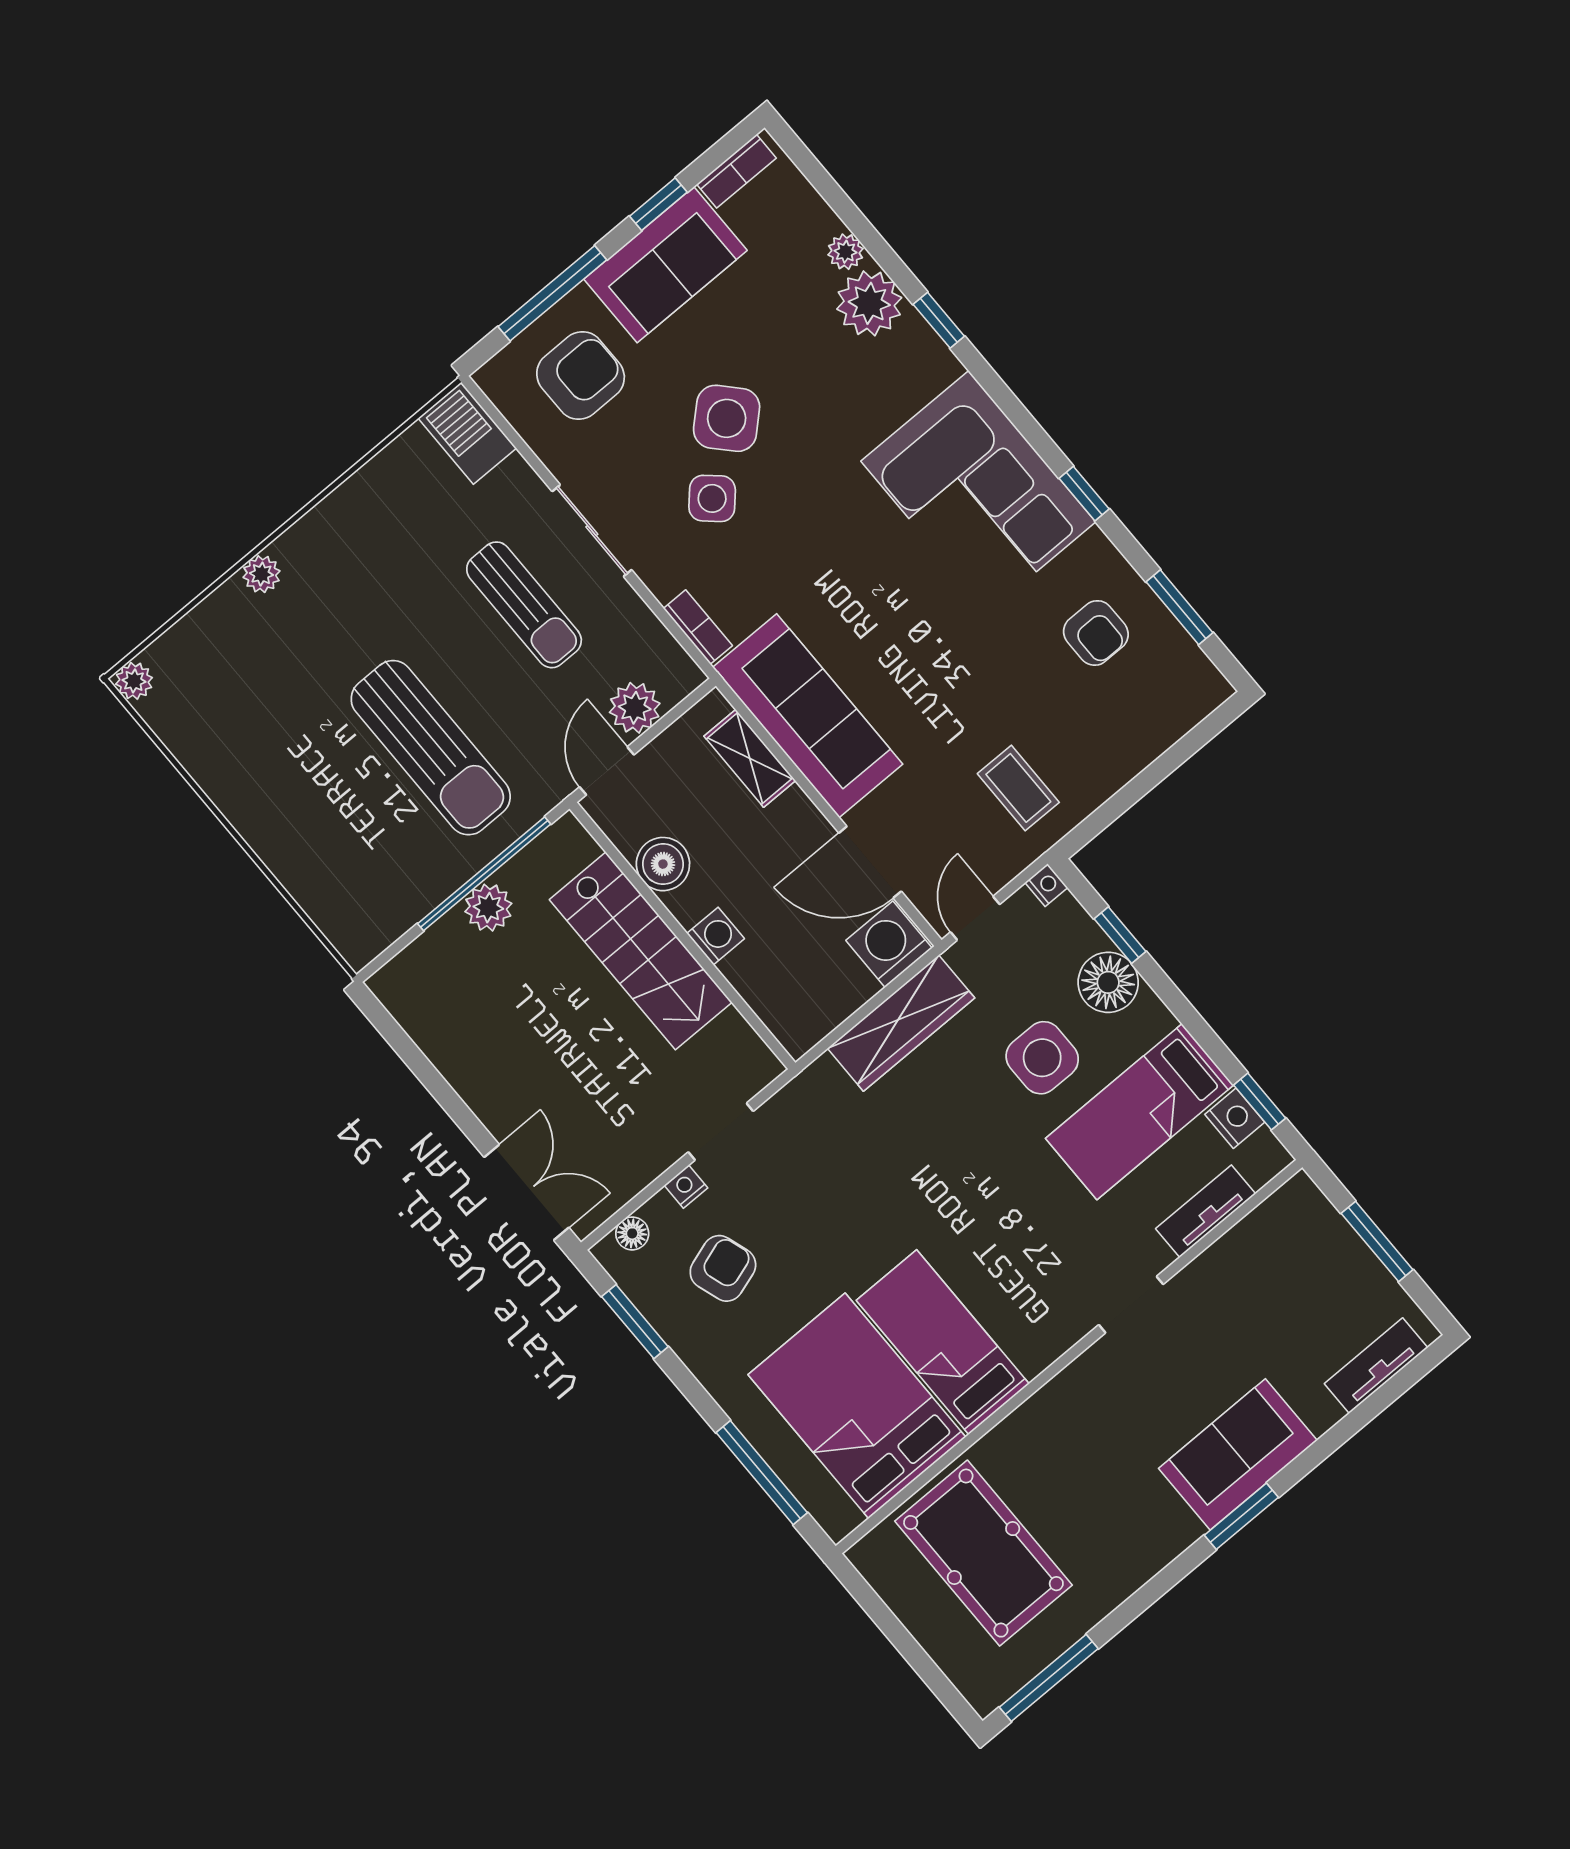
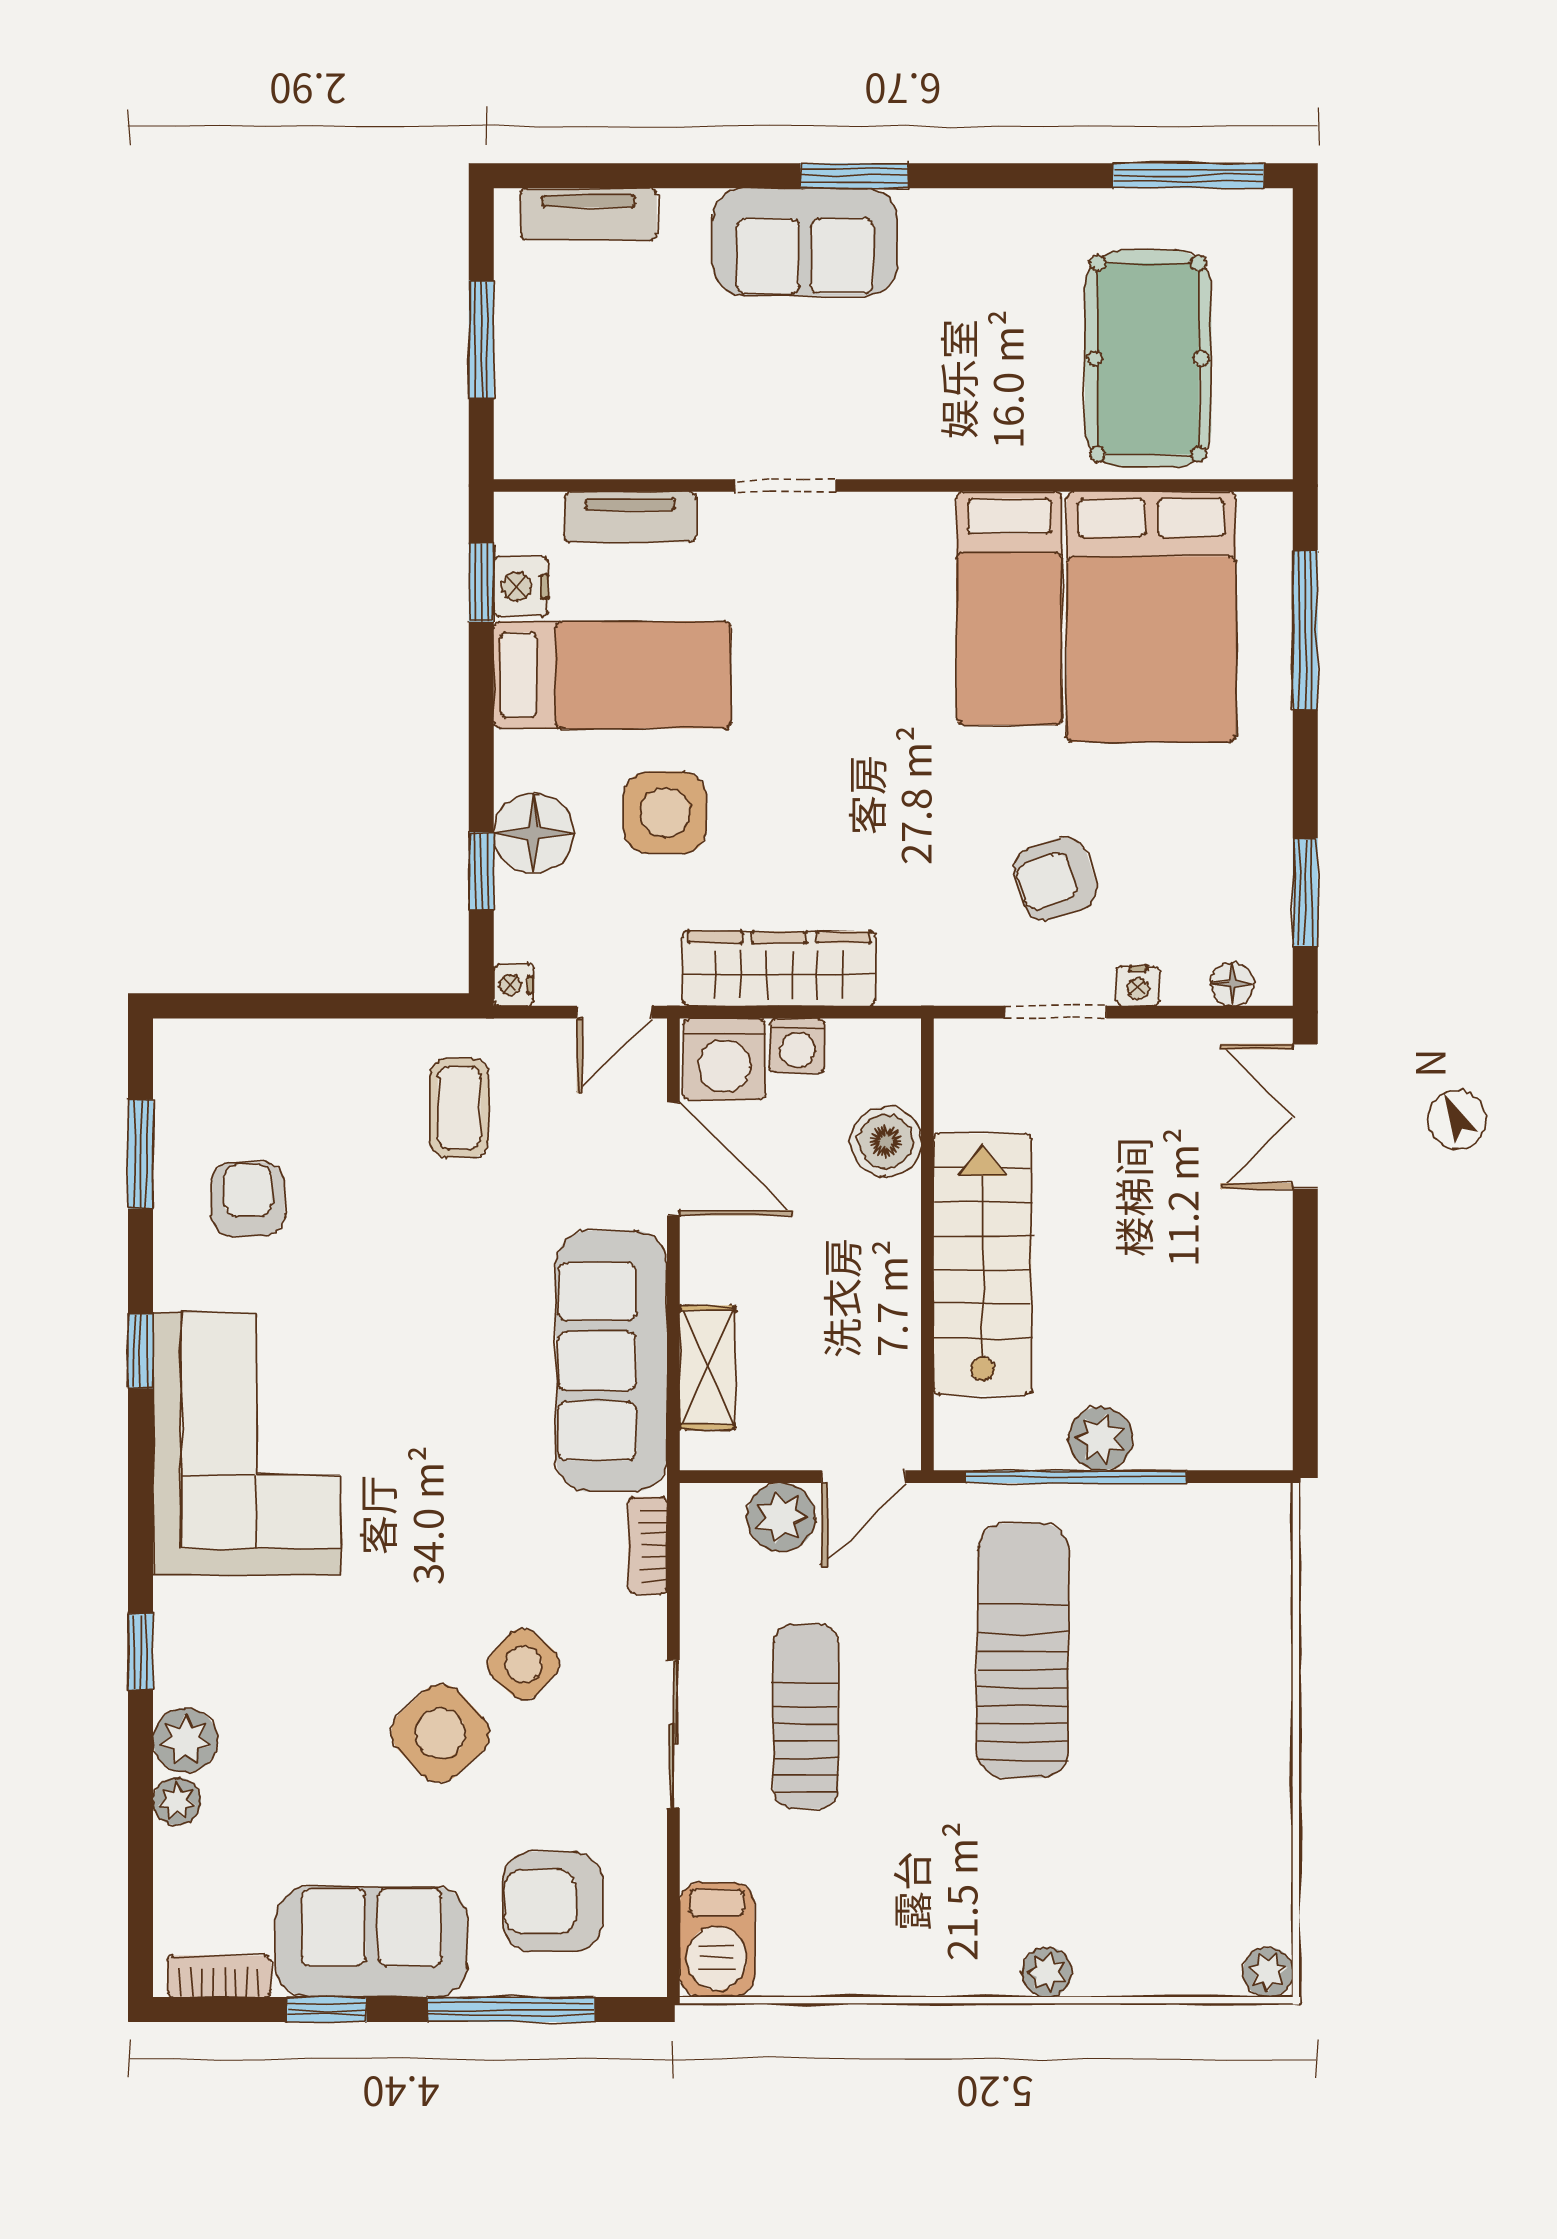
plant: (869, 303) -> (185, 1740), width x0.73, depth x0.73
boiler: (663, 864) -> (886, 1141), moved
washing machine: (716, 936) -> (797, 1046), moved, turned -90
armchair: (723, 1268) -> (1055, 879), moved

